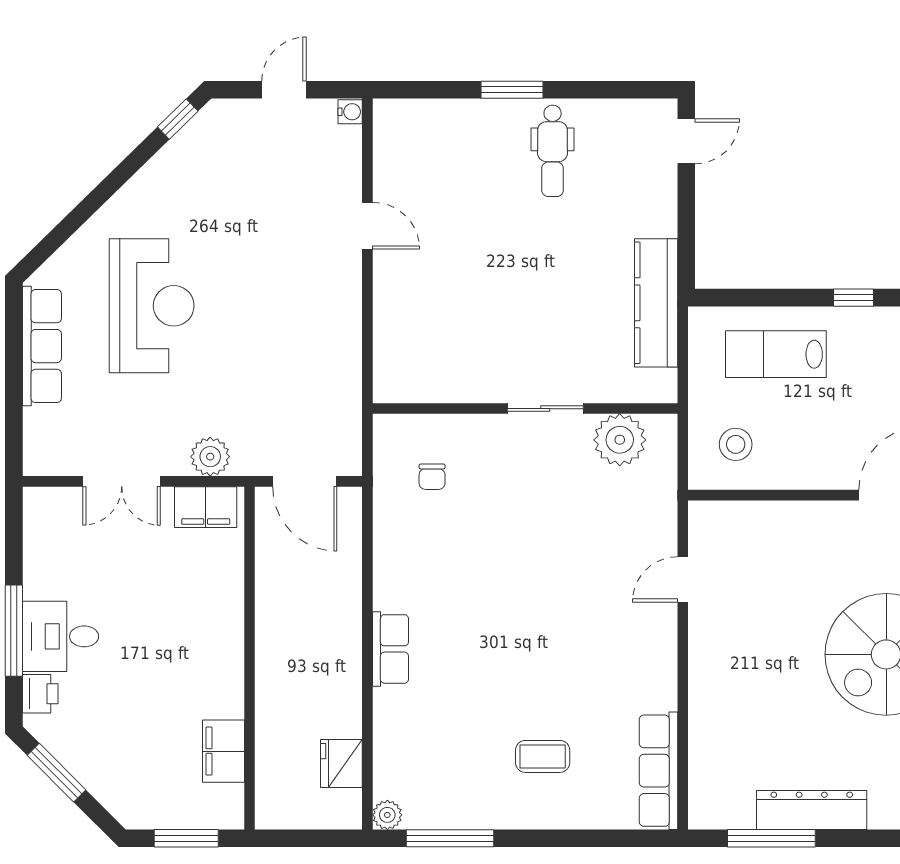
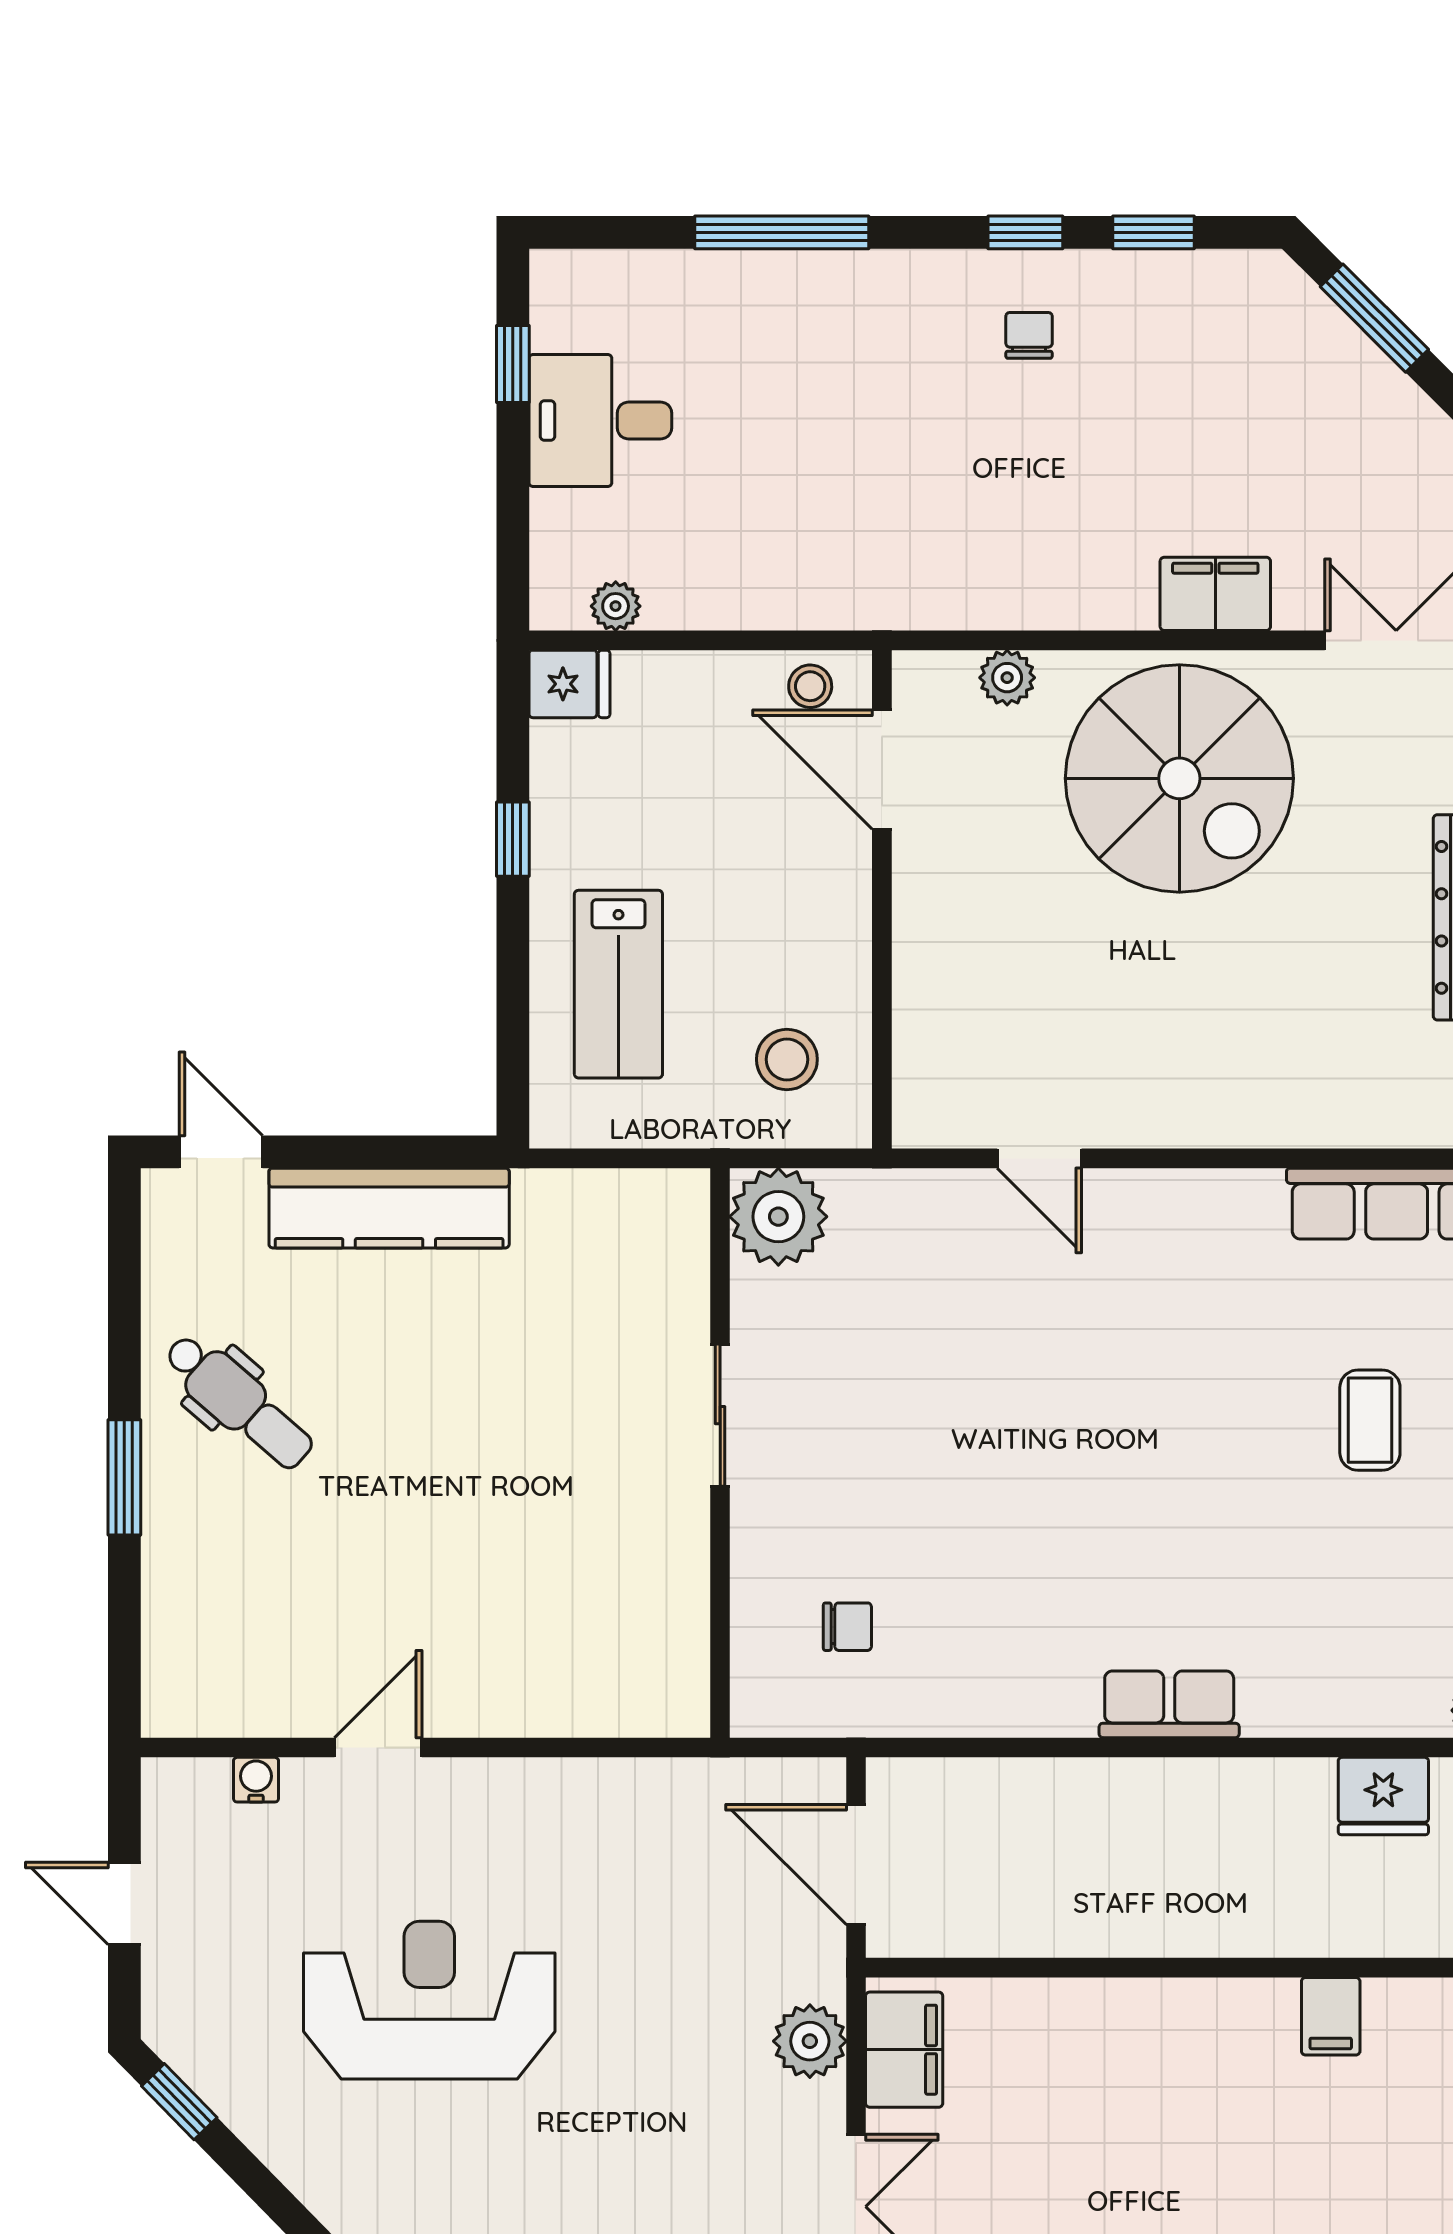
water cooler: (350, 112) -> (256, 1780), moved
dental chair: (553, 151) -> (239, 1402), turned 41
kitchen counter: (656, 303) -> (389, 1208), moved
reception desk: (152, 306) -> (429, 2000), moved
plant: (620, 440) -> (778, 1217), moved
door: (305, 481) -> (856, 1865), swing flipped
filing cabinet: (224, 751) -> (1331, 2016), width x0.50

